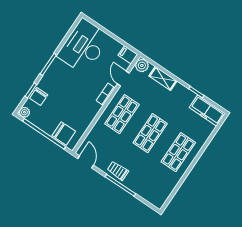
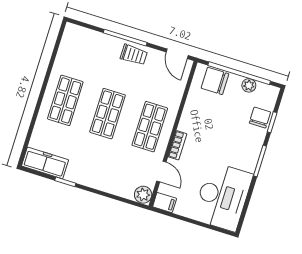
shelving: (163, 78) -> (112, 186), removed
plant: (24, 112) -> (249, 85), moved

